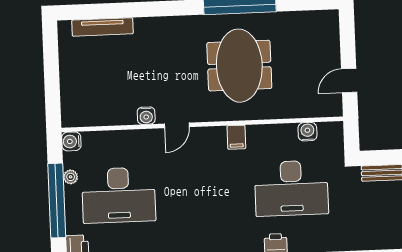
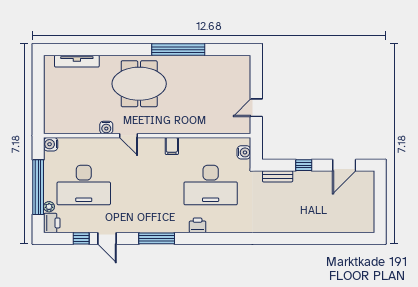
meeting table: (239, 66) -> (139, 84), moved, turned 90
door: (177, 125) -> (128, 136), hinge flipped
water cooler: (307, 132) -> (244, 152), moved, turned 90
plant: (71, 177) -> (49, 207), moved

